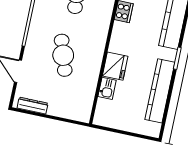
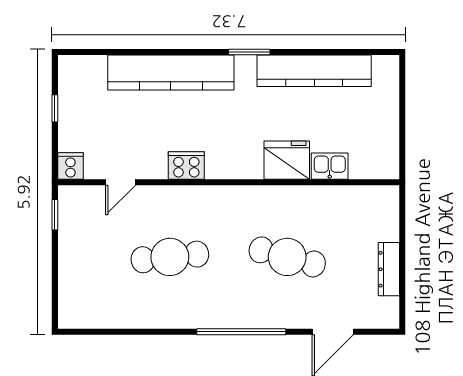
cafe table: (63, 55) -> (287, 257), turned 33
dresser: (33, 106) -> (389, 269), moved

